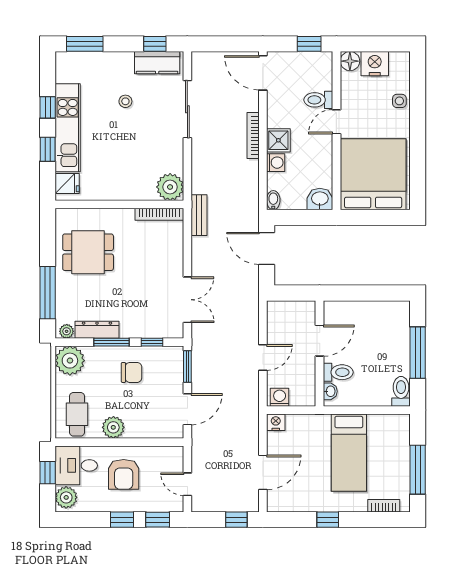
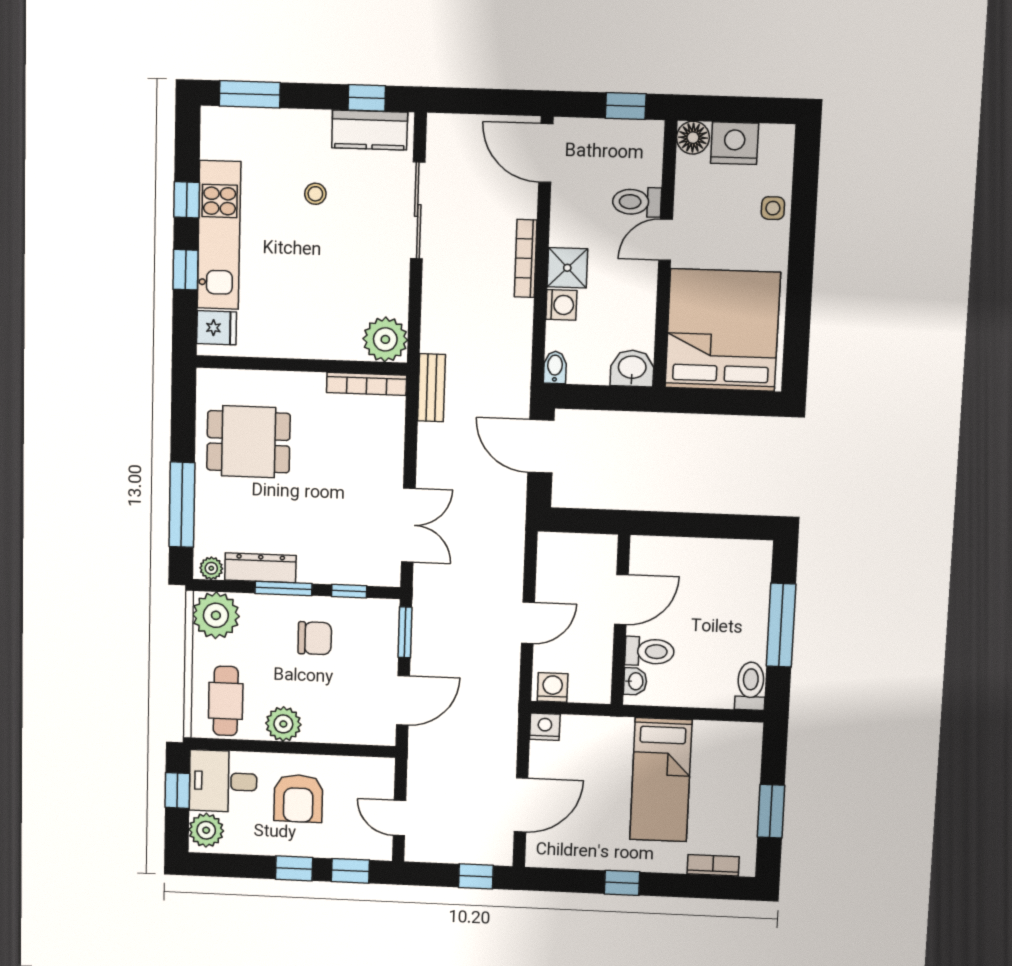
window: (418, 470) -> (771, 811), width x0.69

